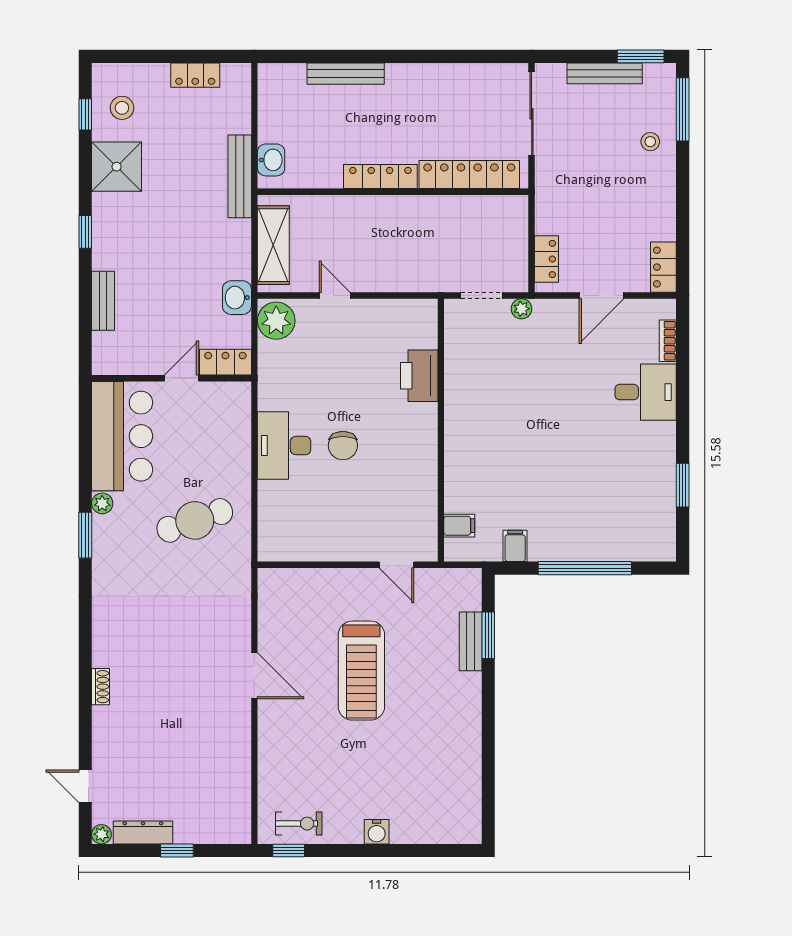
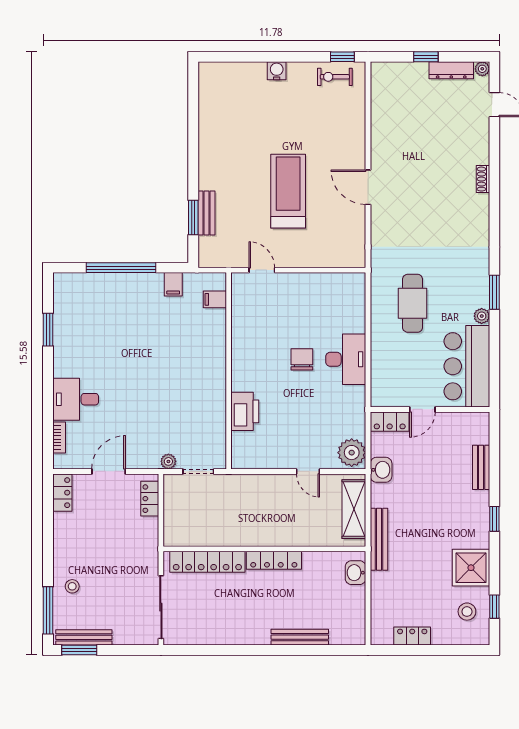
bench: (605, 73) -> (84, 637), moved
bench: (240, 176) -> (379, 539), moved
cafe table: (195, 520) -> (413, 303), turned -71

